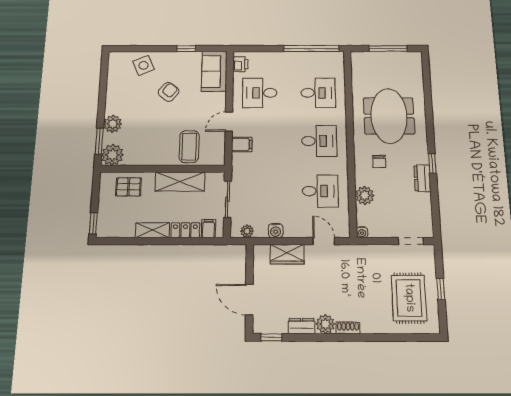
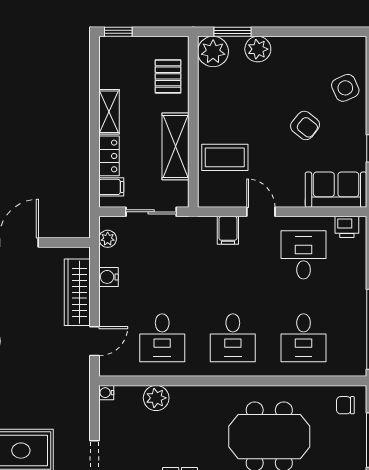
chair: (379, 161) -> (345, 405), moved
wardrobe: (287, 254) -> (77, 292), width x1.50

